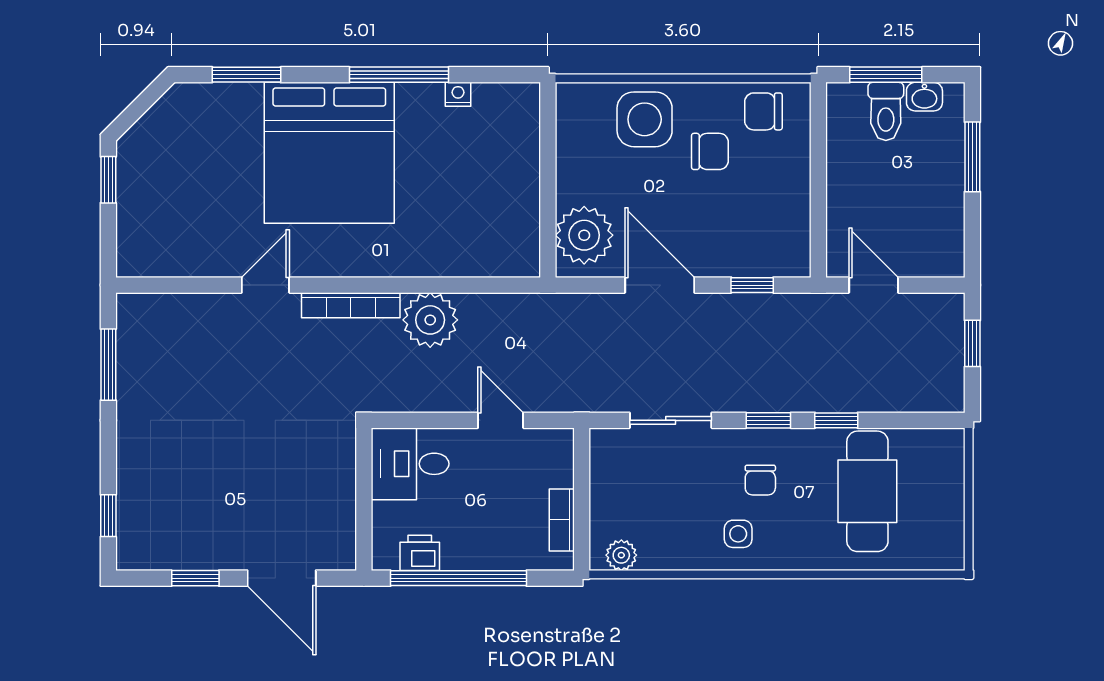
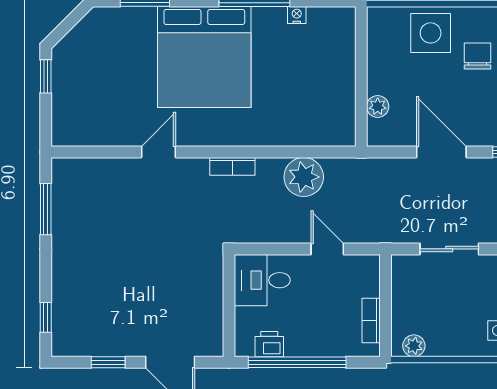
chair: (710, 151) -> (478, 56), turned -90
plant: (584, 235) -> (378, 106), width x0.53, depth x0.53
bookcase: (351, 305) -> (232, 166), width x0.64
plant: (430, 320) -> (304, 177), moved

